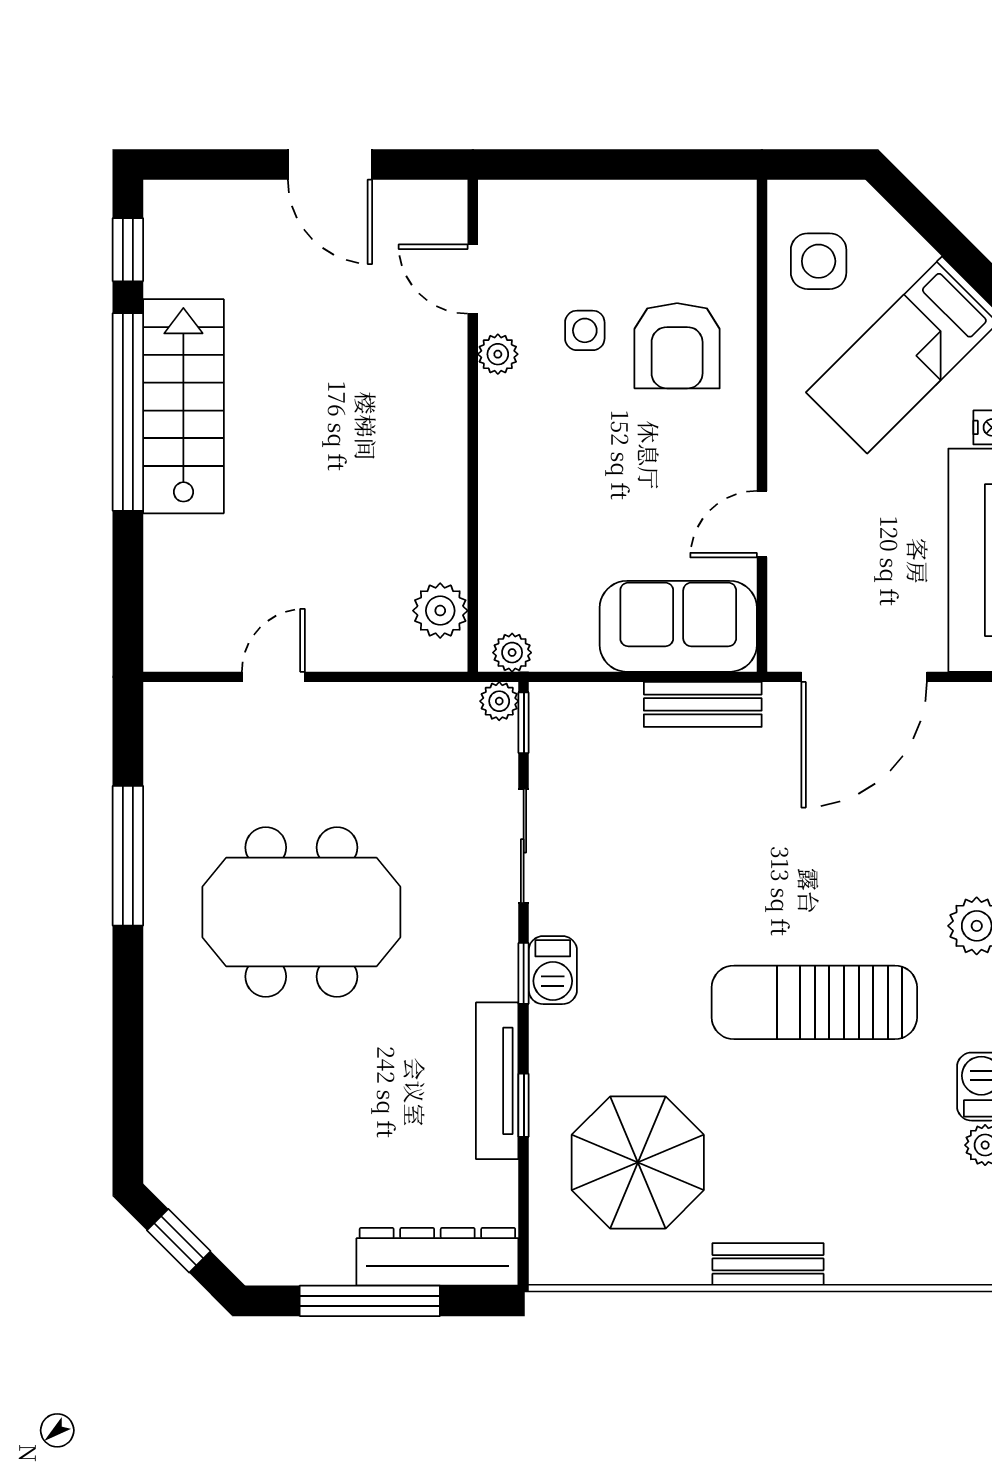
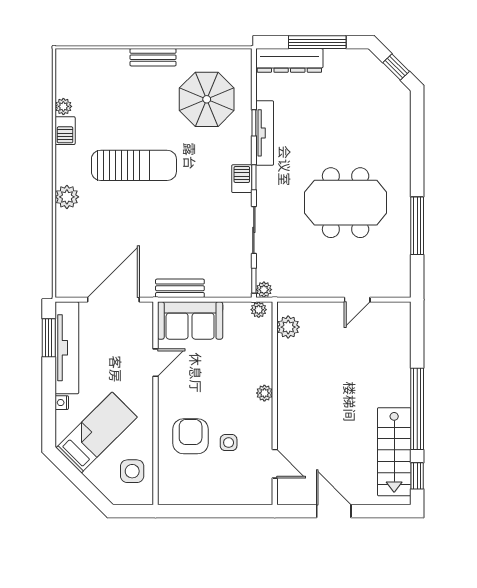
plant: (498, 354) -> (264, 393), moved
stairs: (183, 406) -> (394, 452), moved

